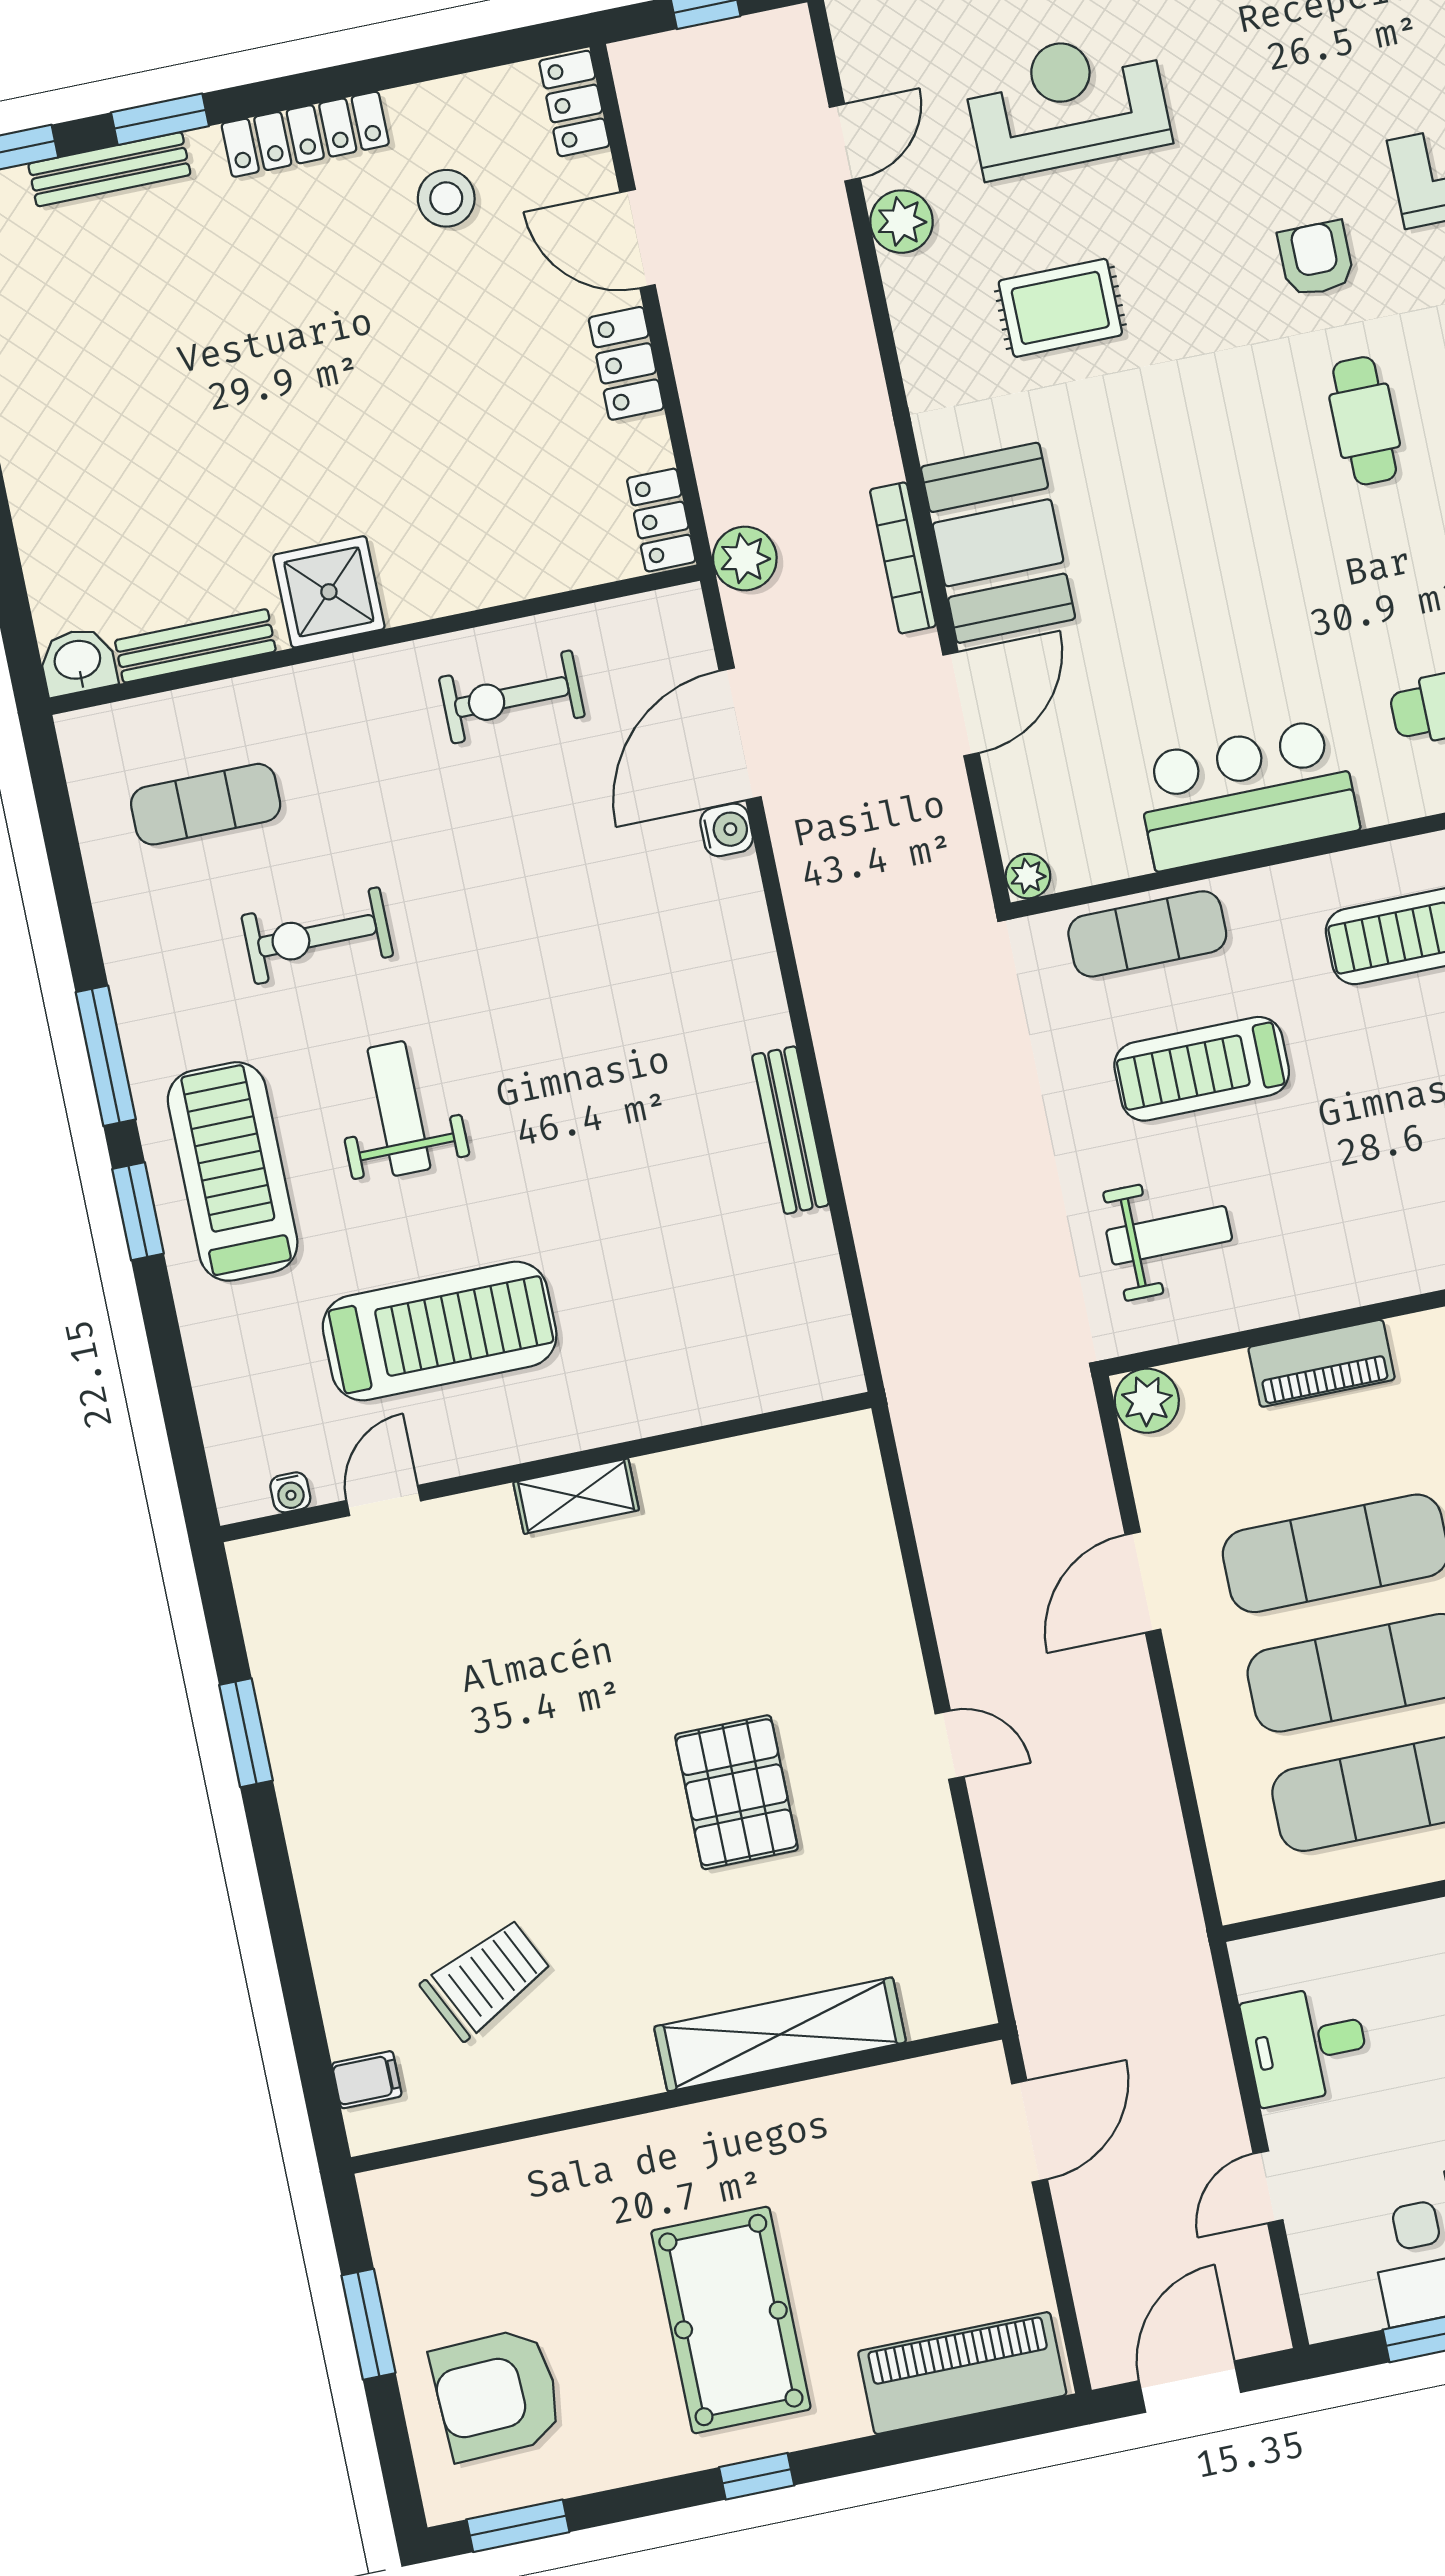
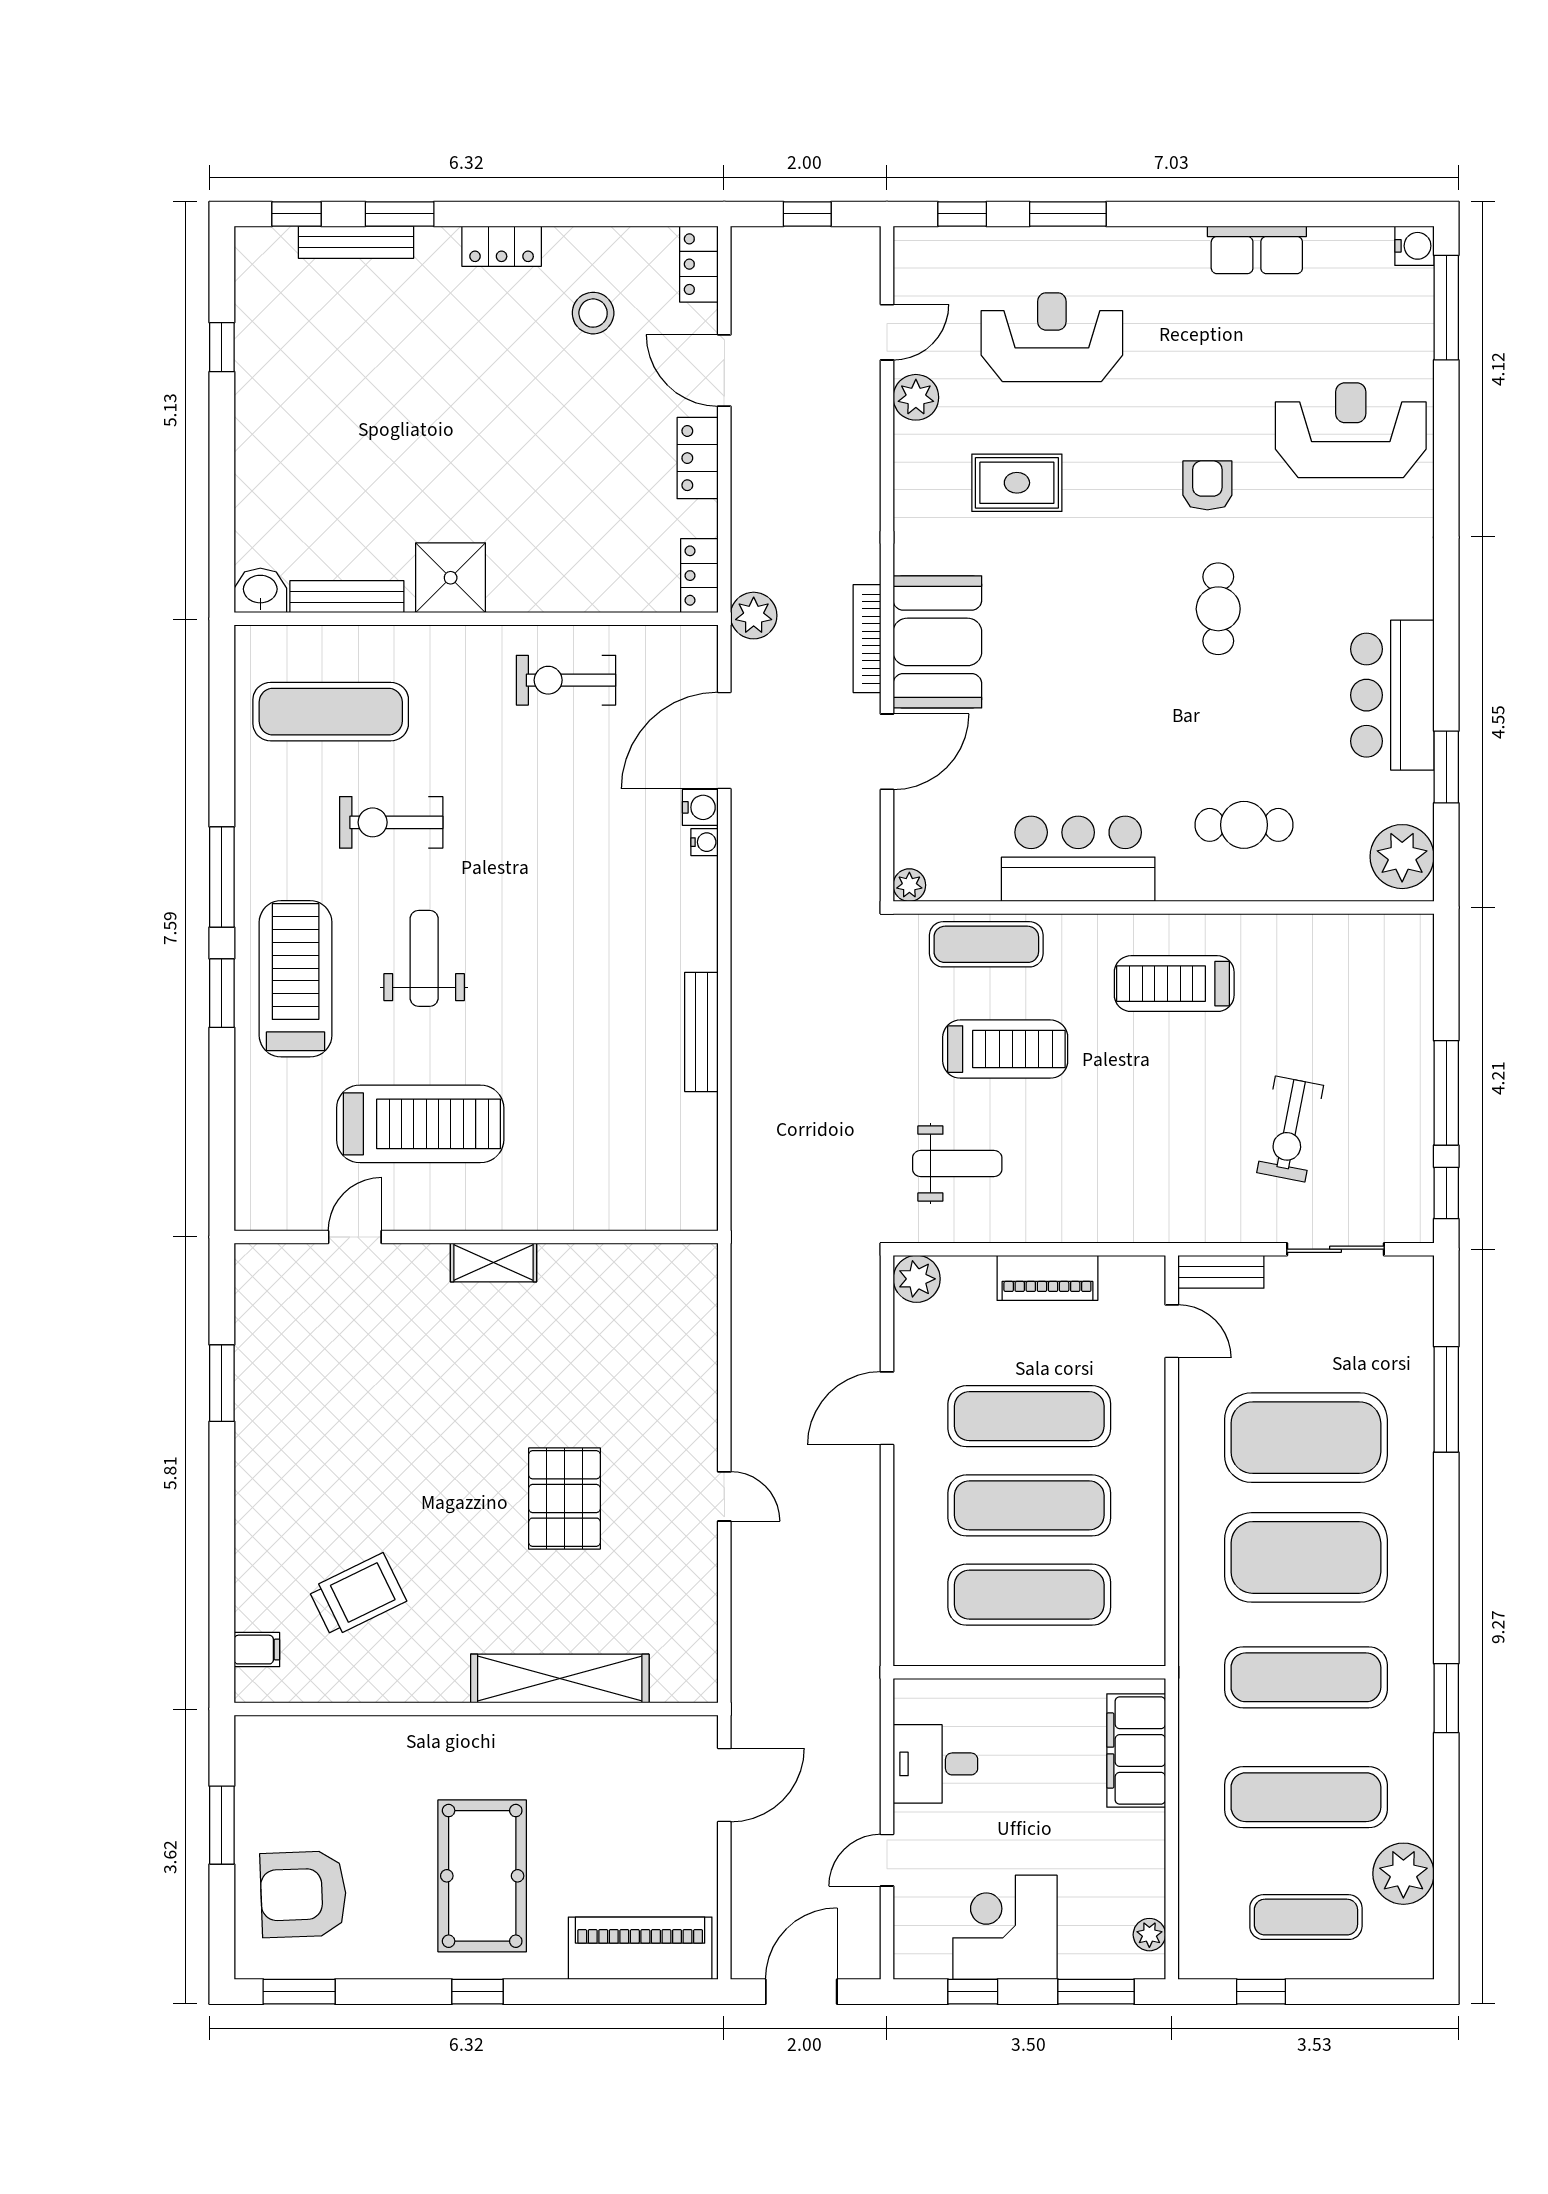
locker: (305, 134) -> (502, 246), width x0.66
exercise mat: (206, 804) -> (331, 712), width x1.36, depth x1.45
treadmill: (1202, 1069) -> (1005, 1049), turned 180
water cooler: (290, 1492) -> (704, 842), moved, turned -90

